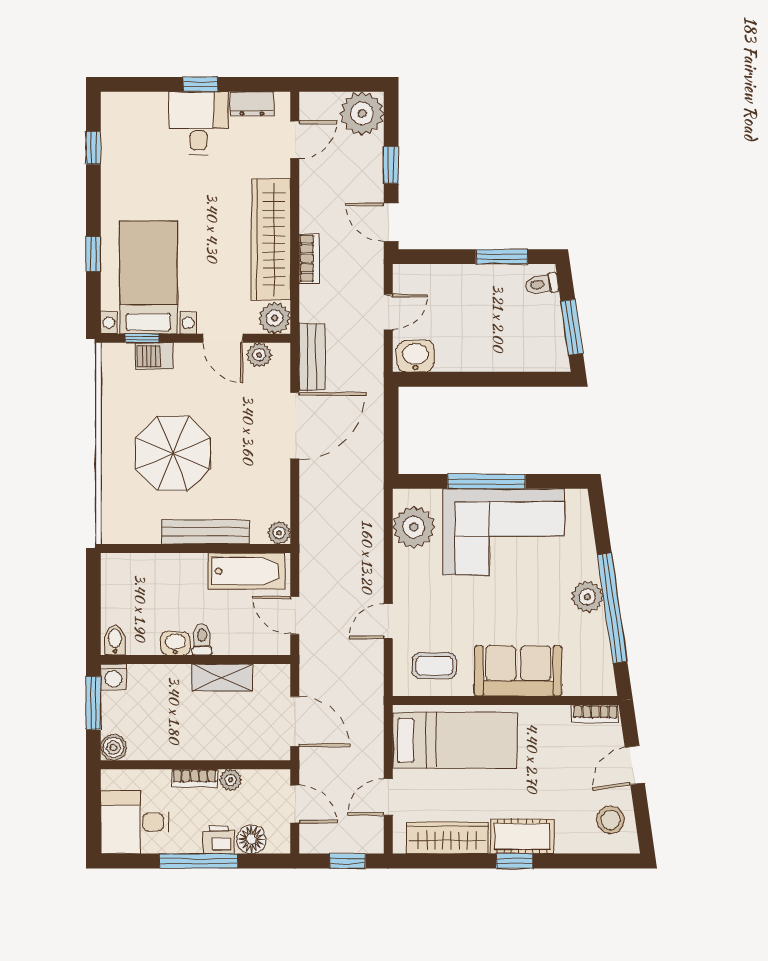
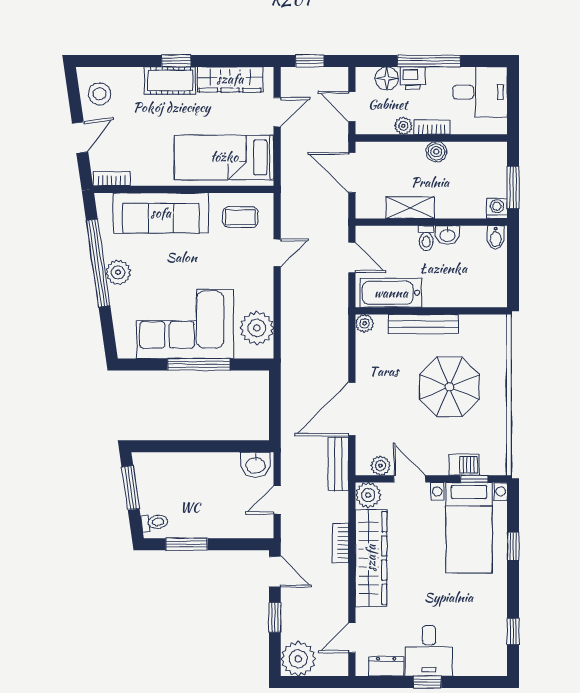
sofa: (518, 671) -> (161, 213), width x1.36
boiler: (113, 747) -> (436, 152), moved

